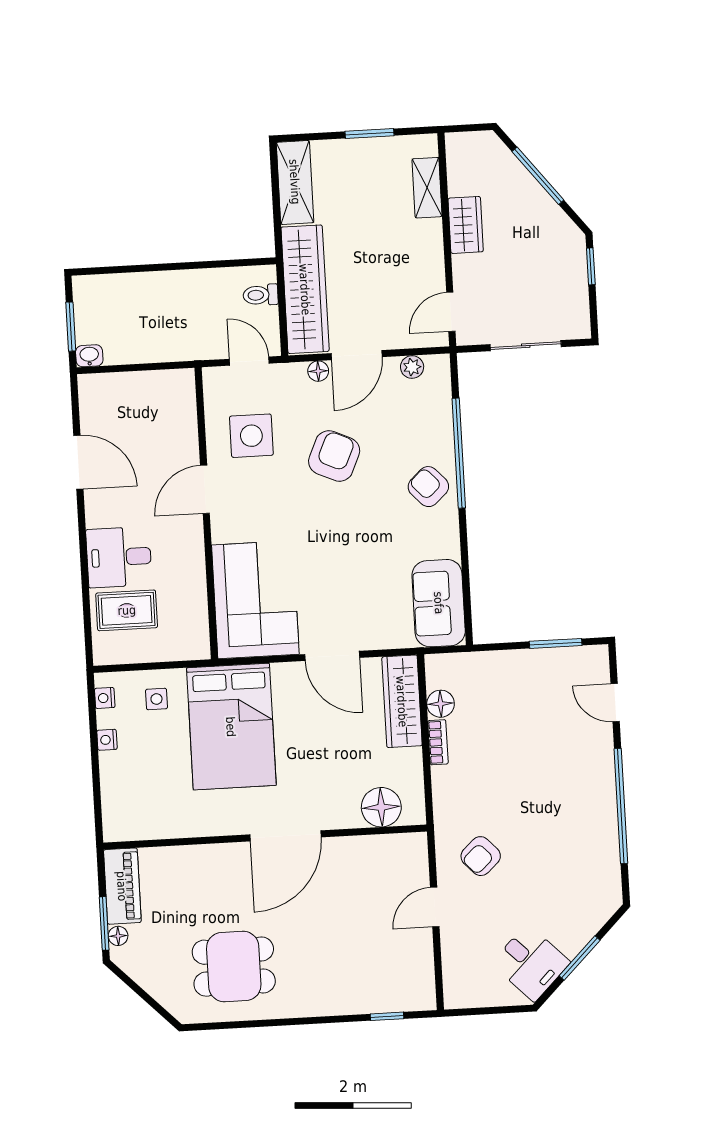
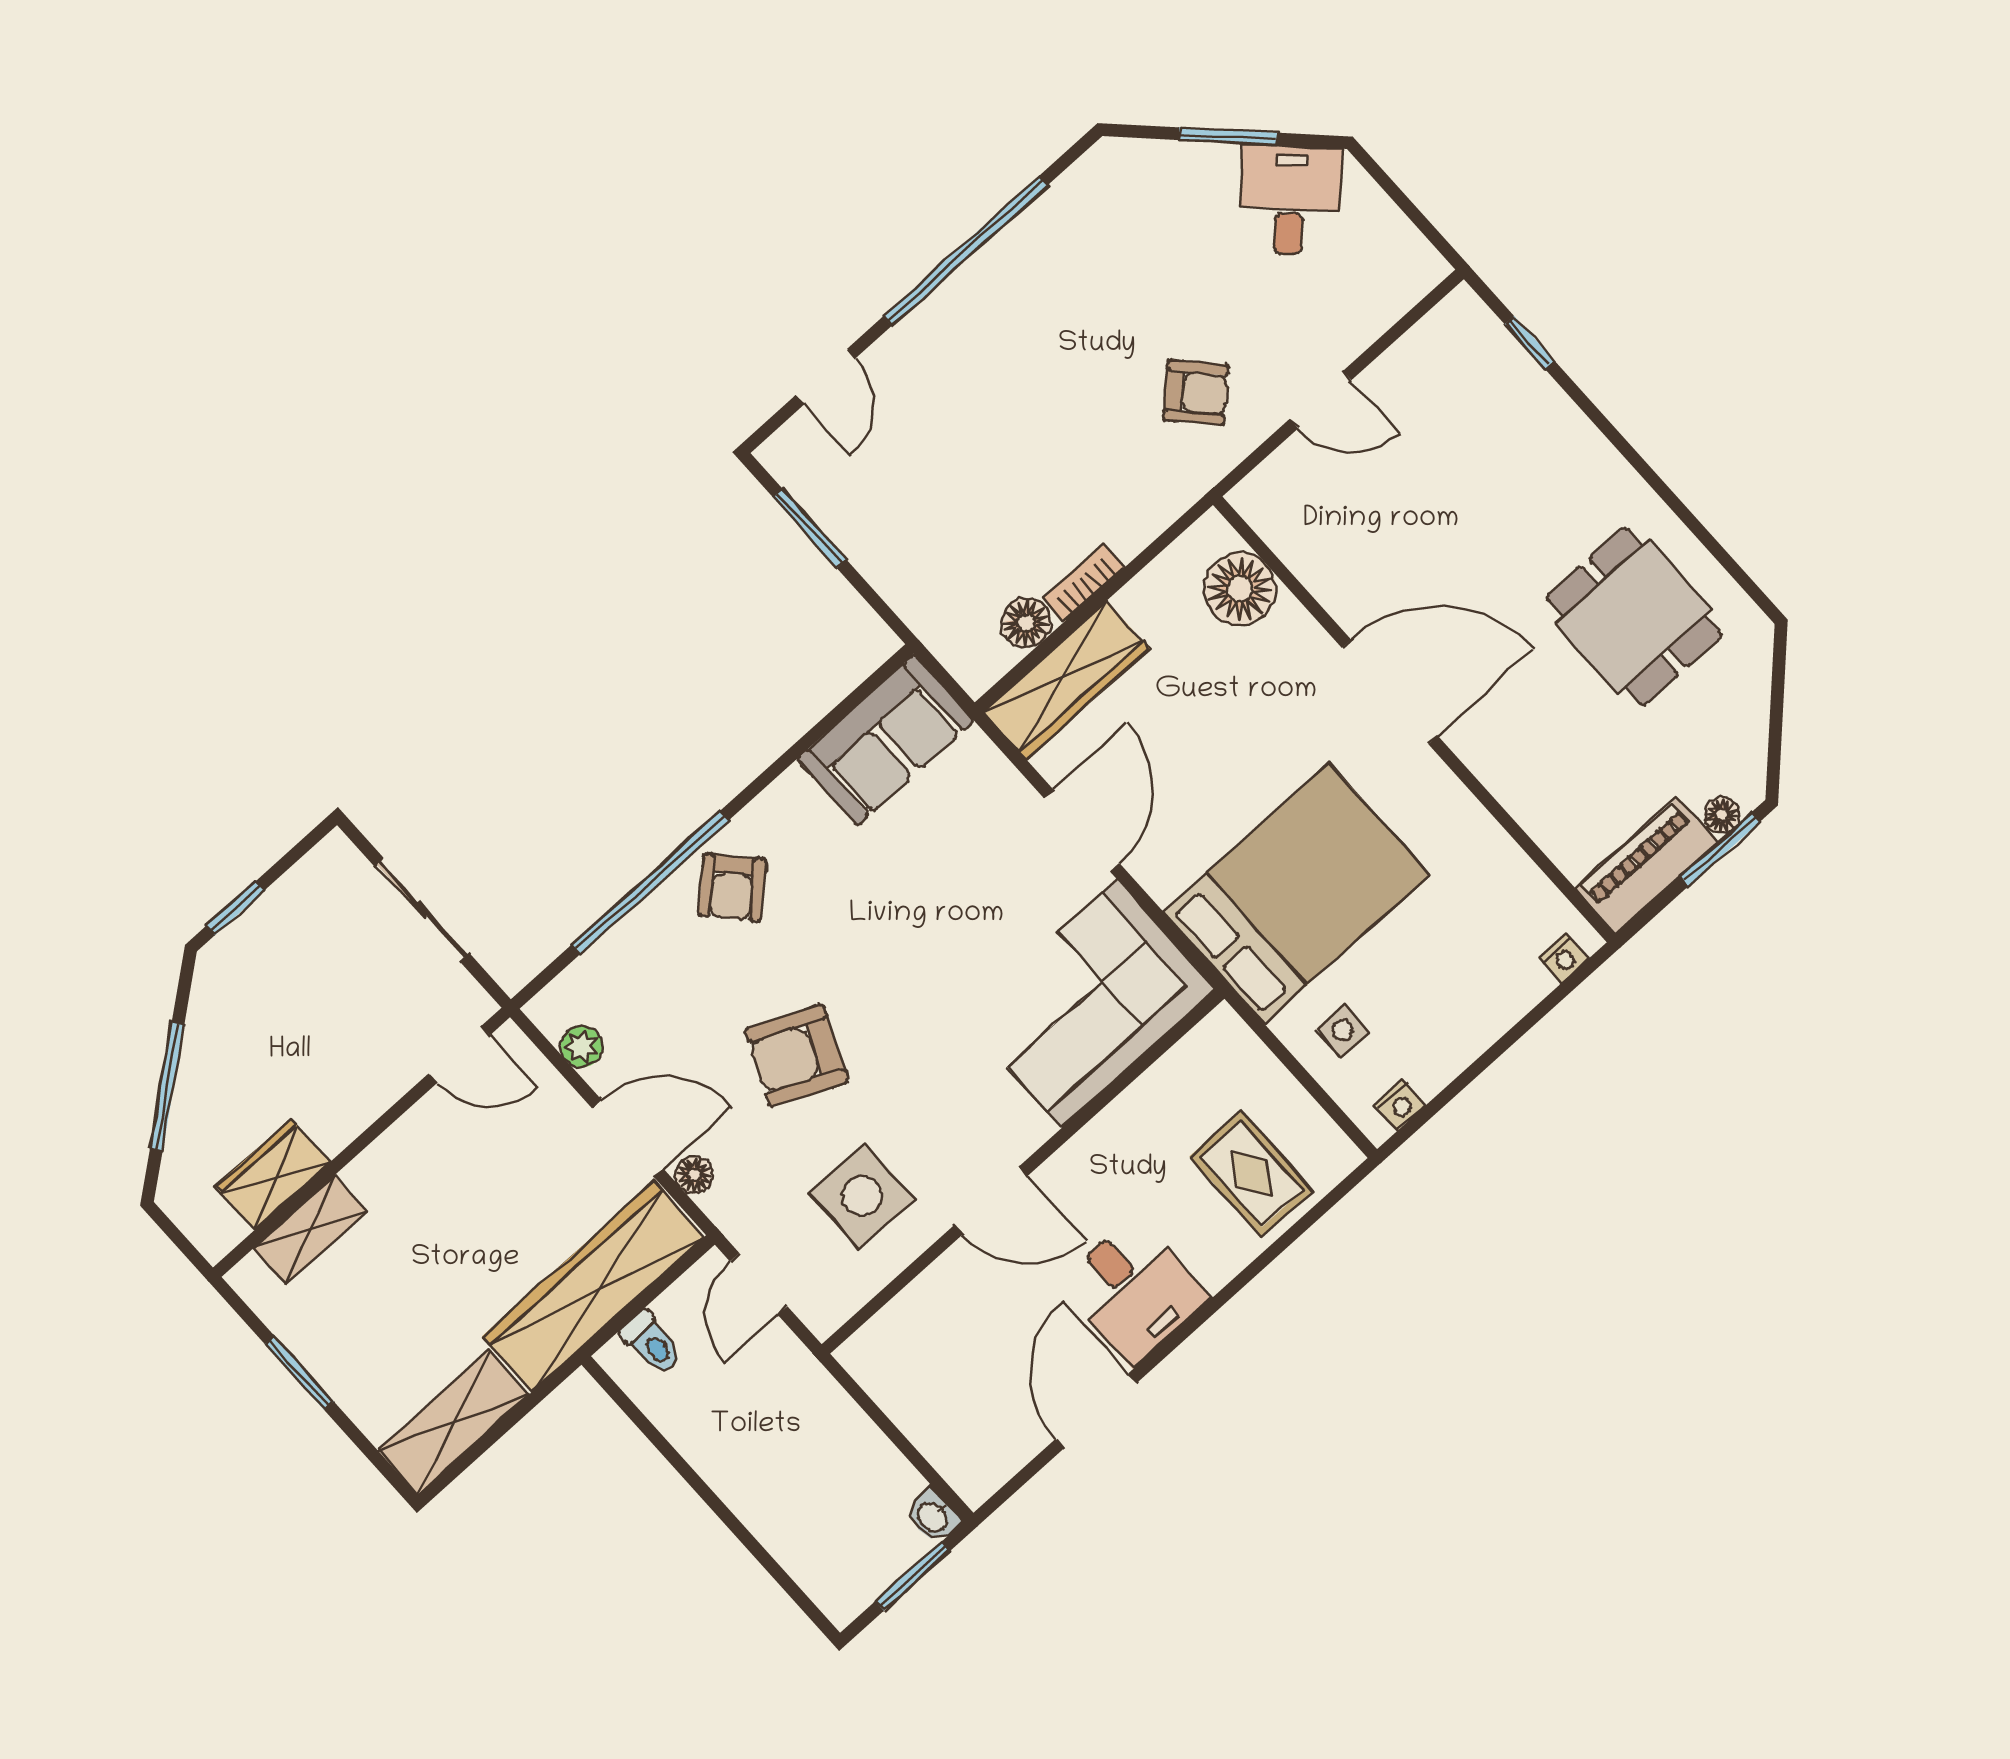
wardrobe: (466, 225) -> (273, 1174), moved
desk: (119, 557) -> (1134, 1291), moved
nightstand: (107, 740) -> (1563, 958), moved

